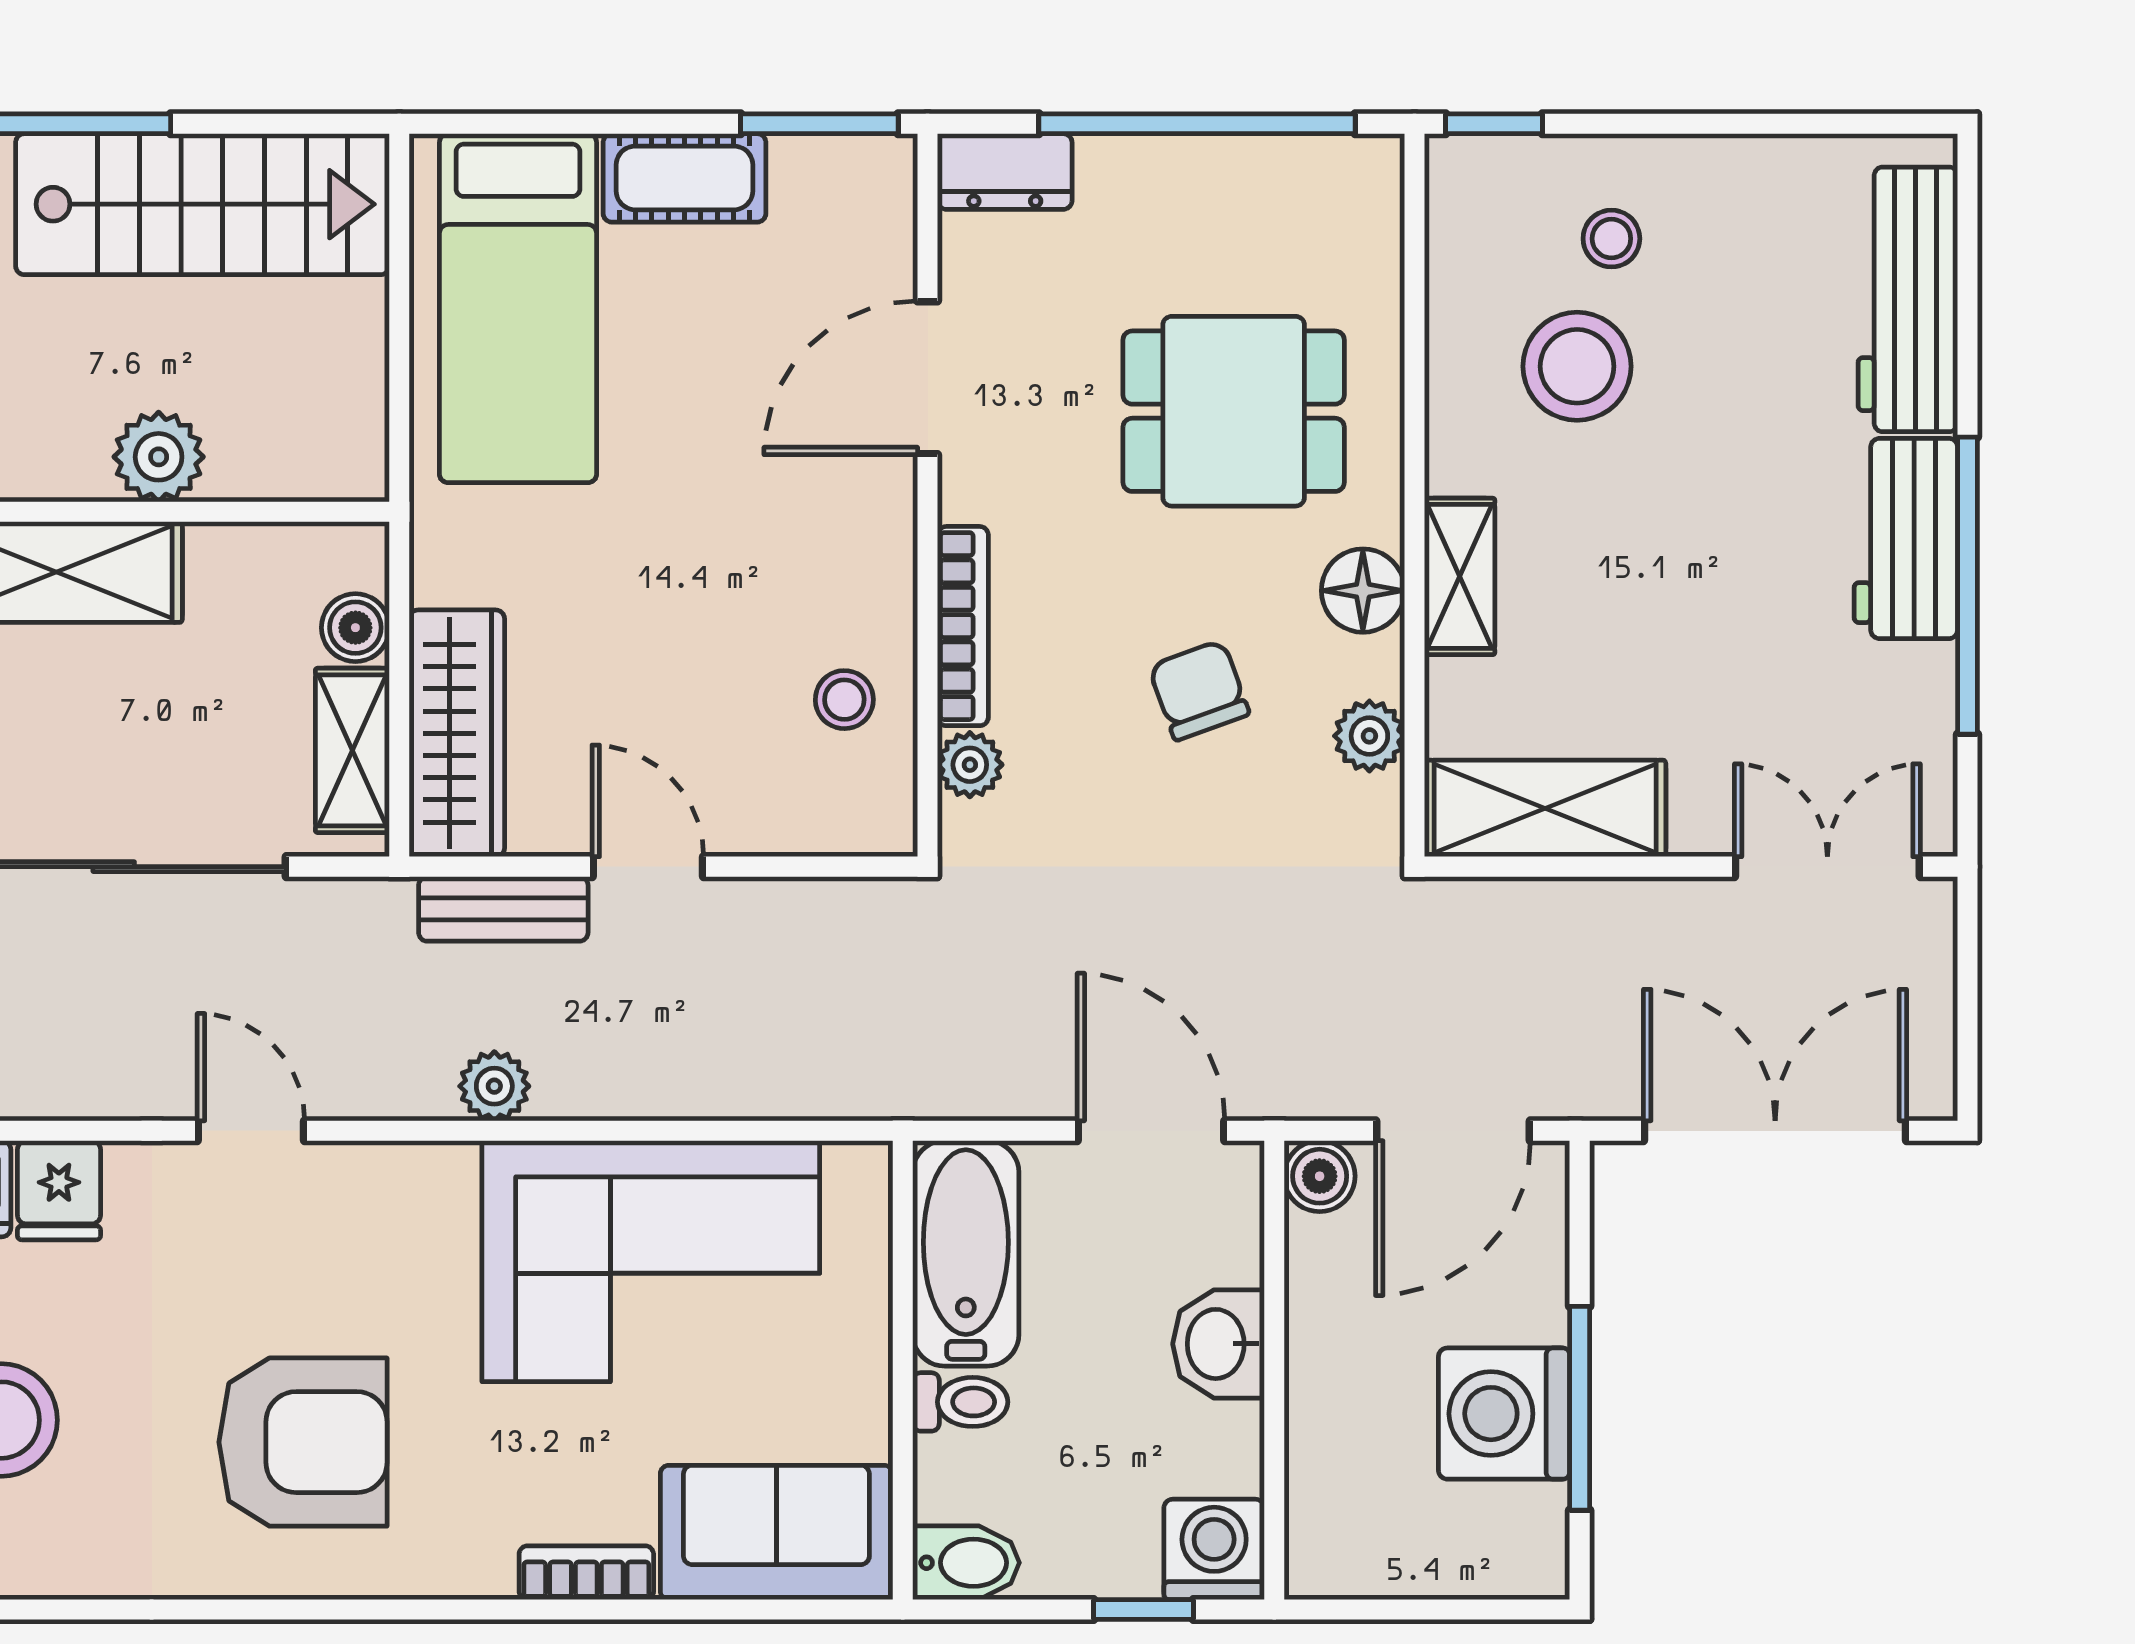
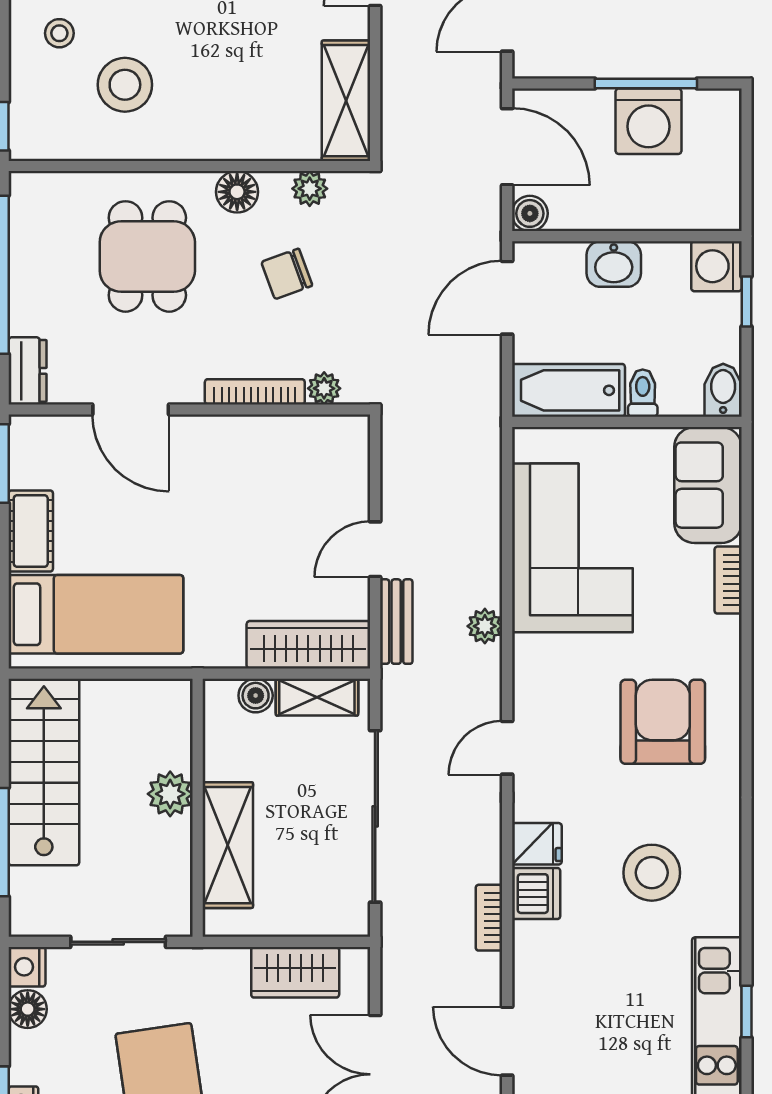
stool: (1611, 239) -> (59, 33), moved
shelving: (1460, 576) -> (230, 143), removed
stool: (844, 700) -> (292, 451), removed

